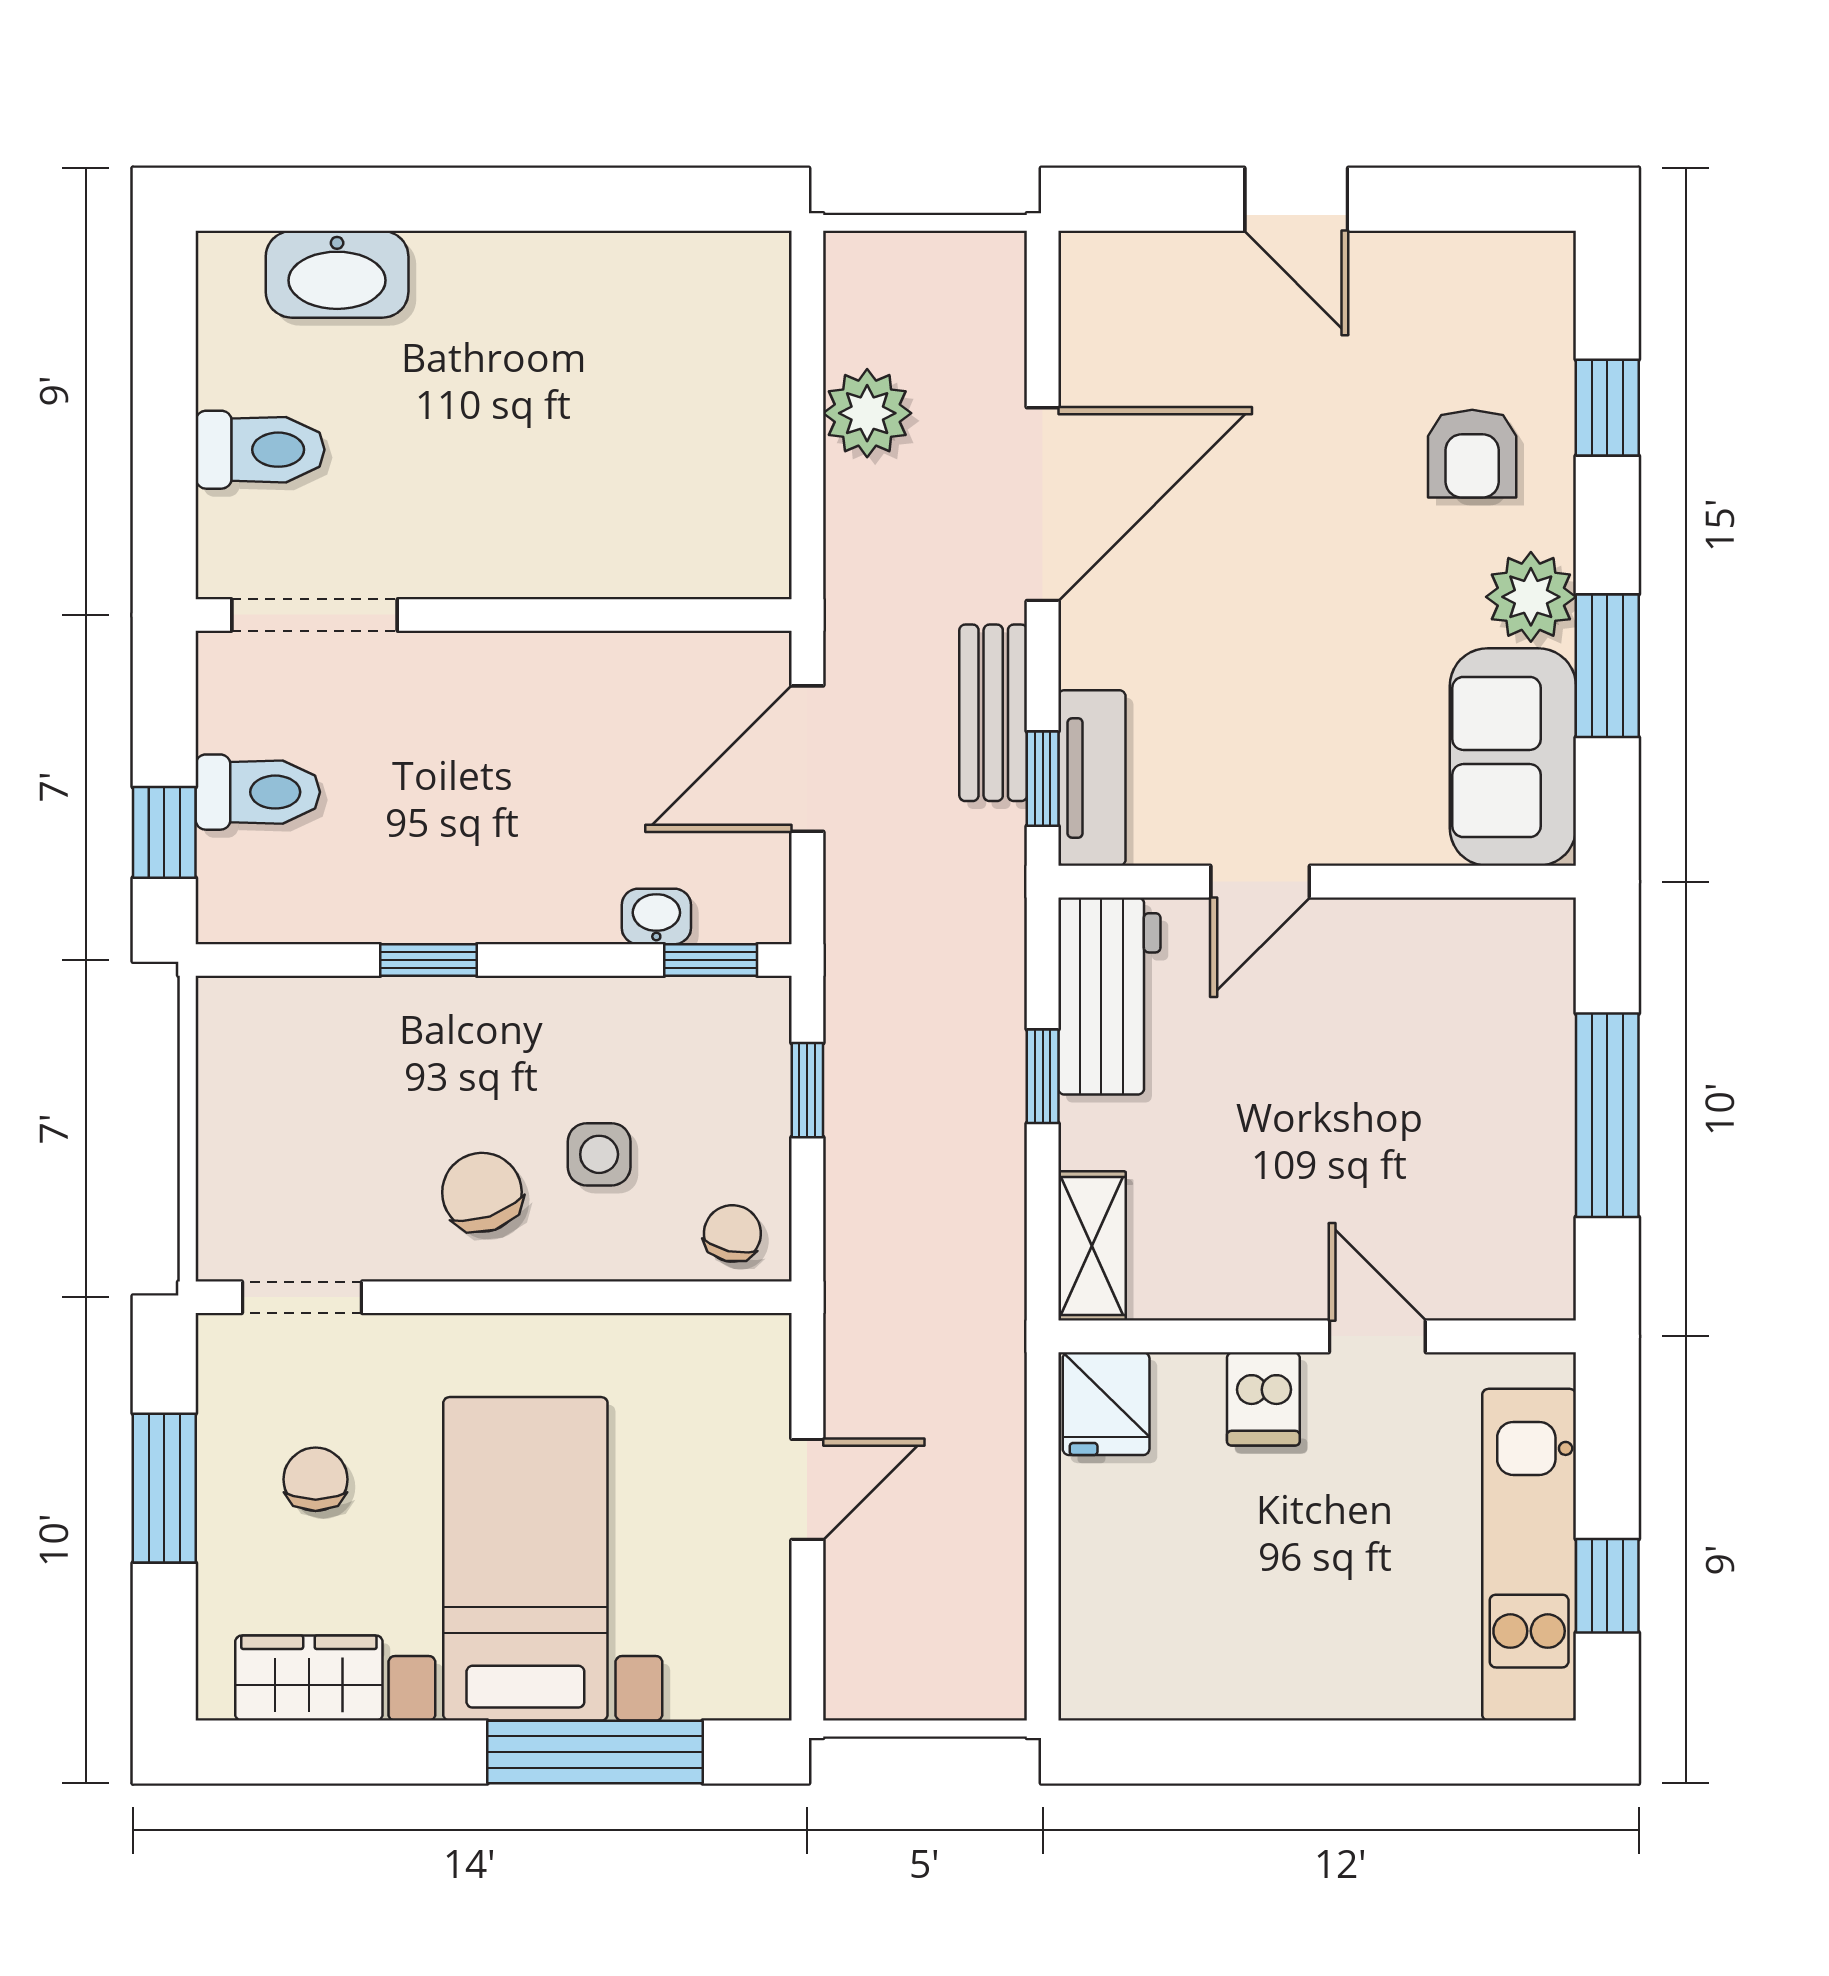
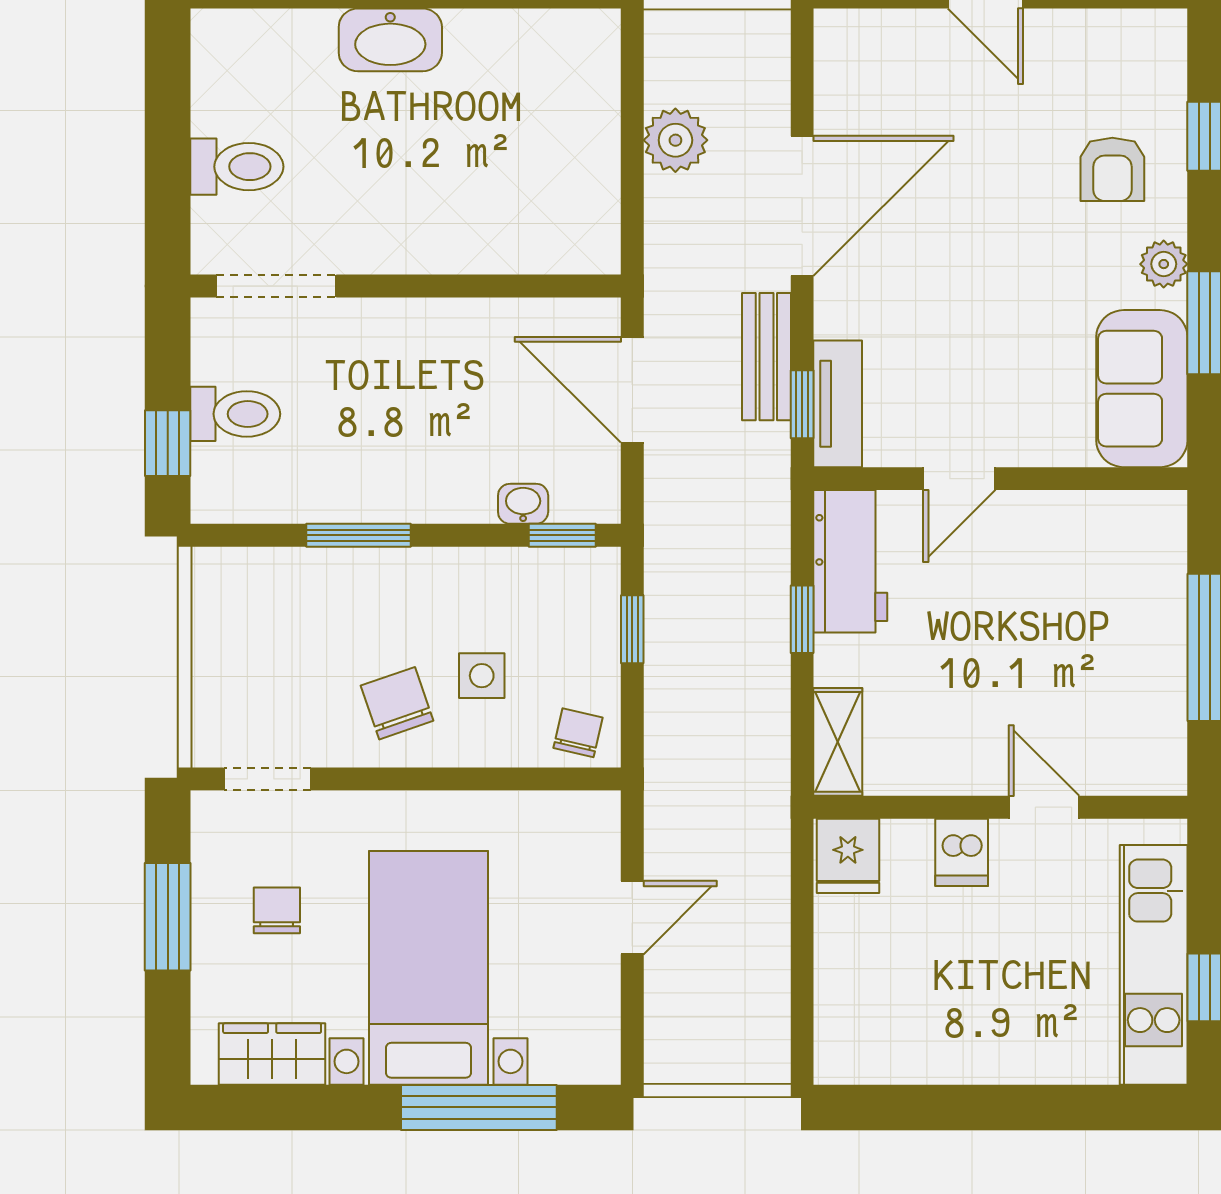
washbasin: (337, 274) -> (390, 40), moved
plant: (1531, 597) -> (1164, 264), width x0.73, depth x0.73
door: (807, 759) -> (632, 390), hinge flipped
window: (428, 960) -> (358, 535), width x1.50

